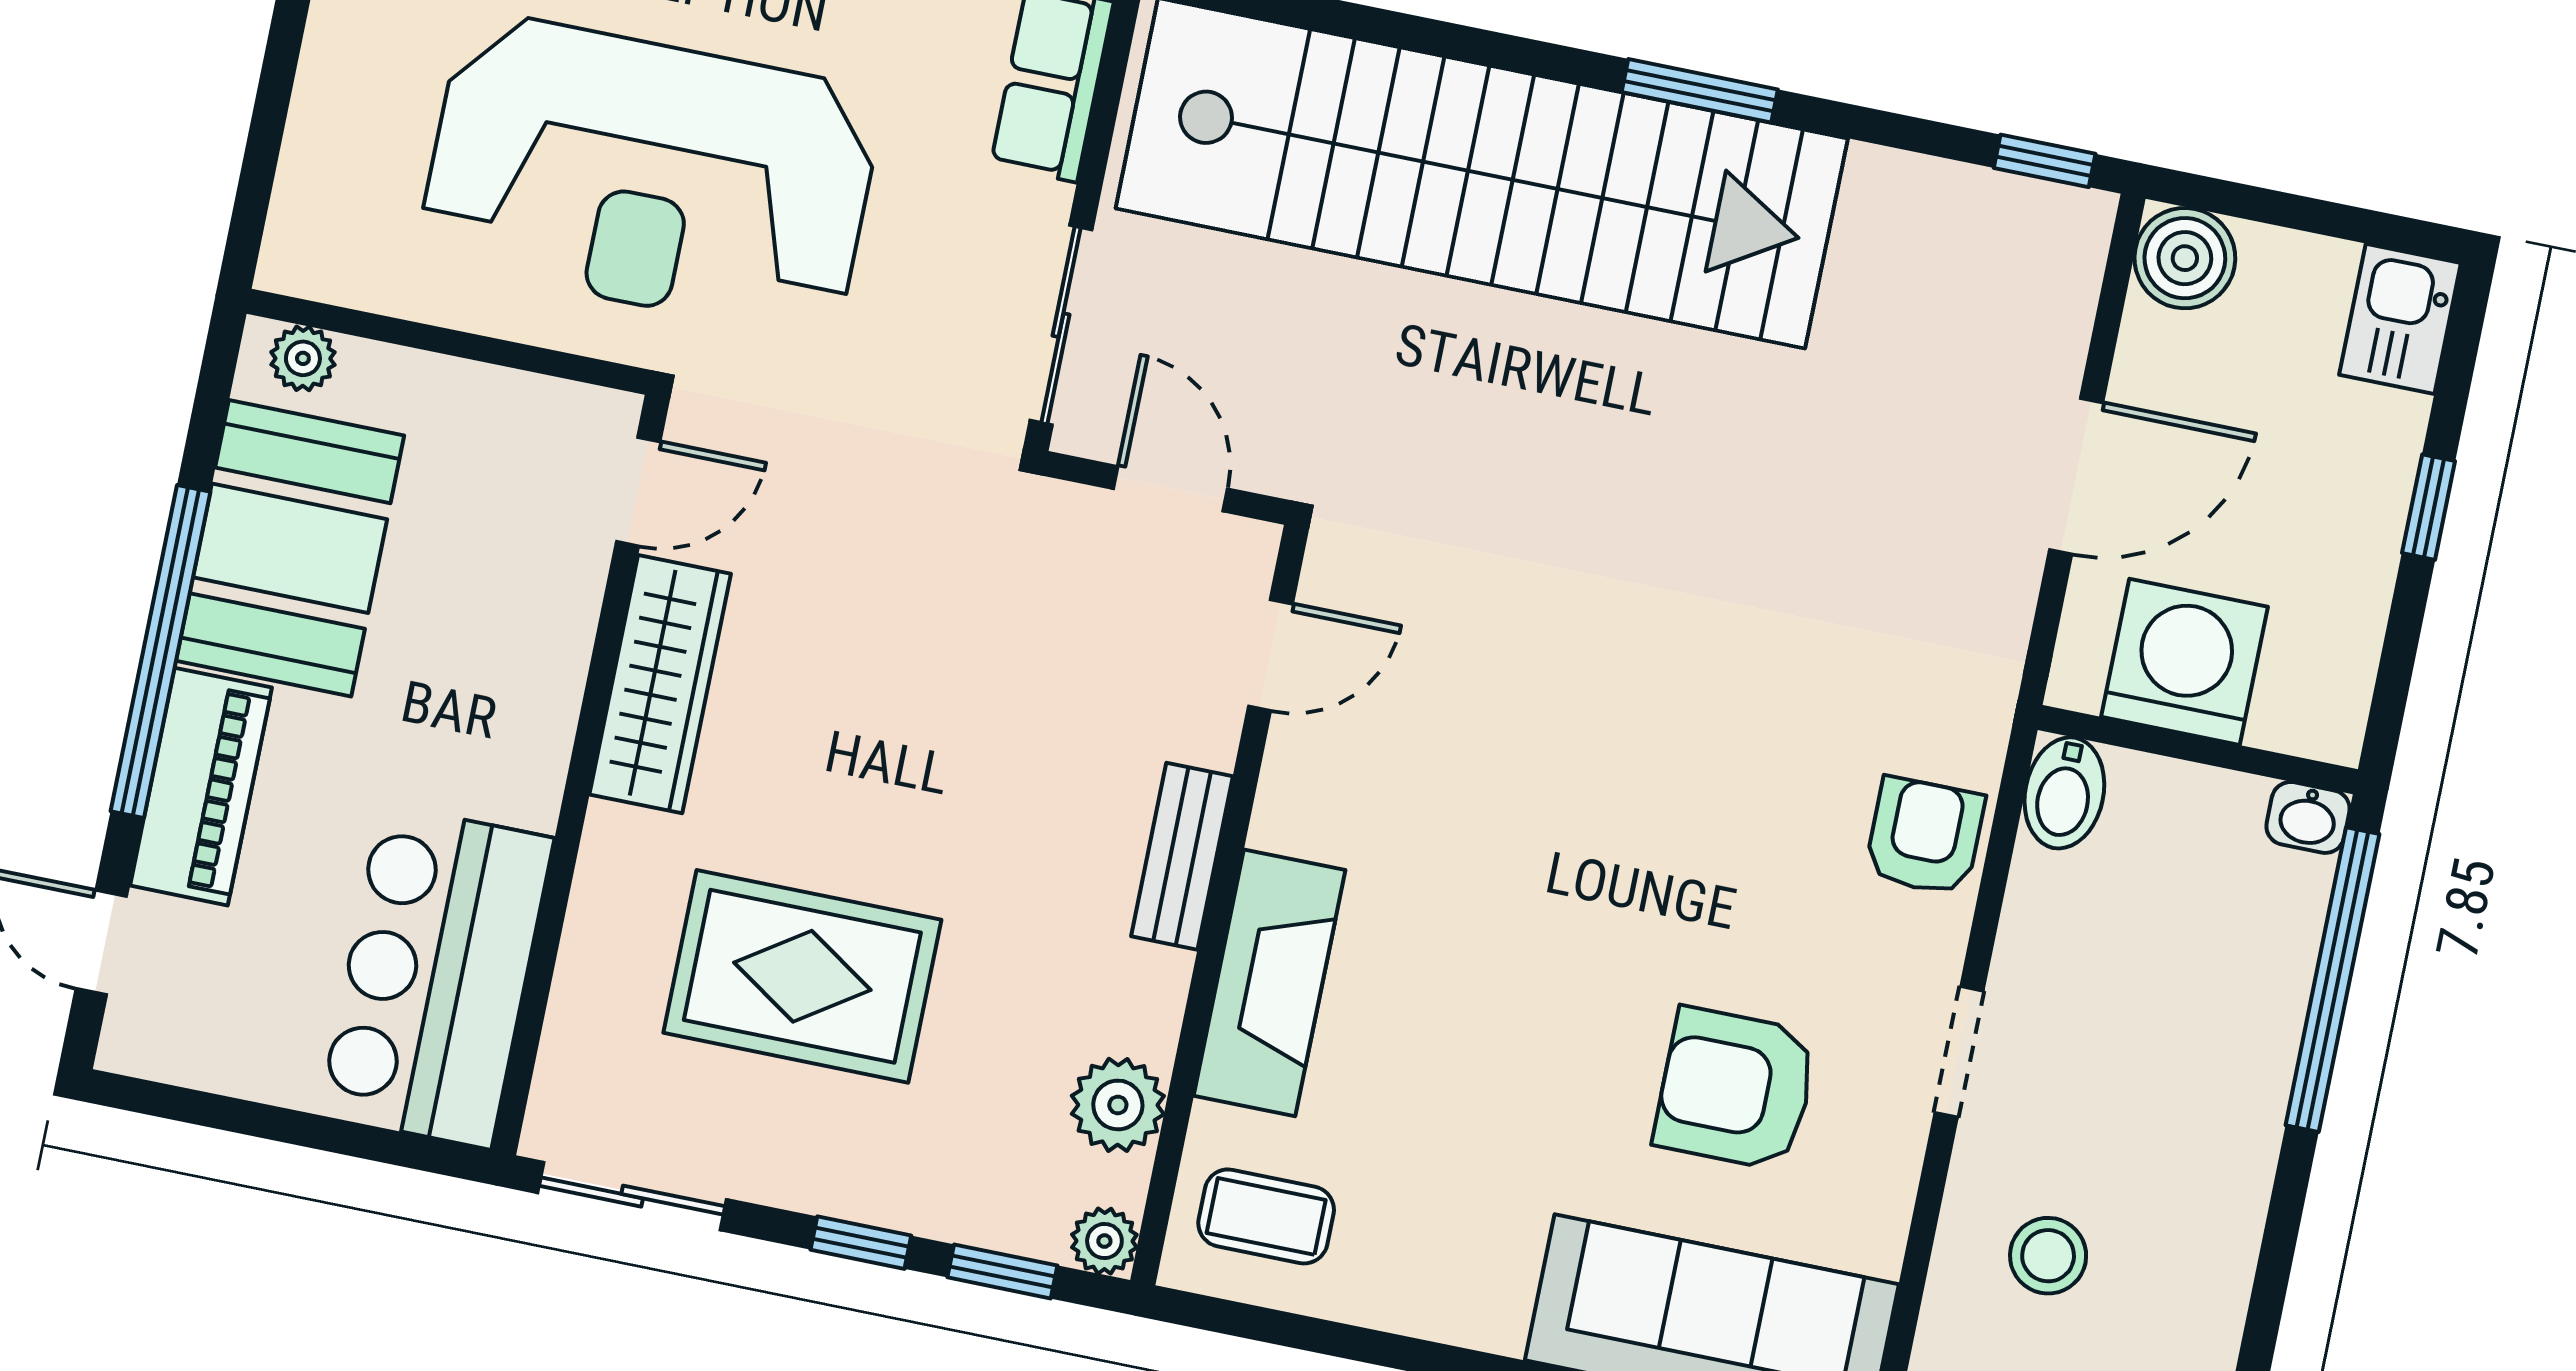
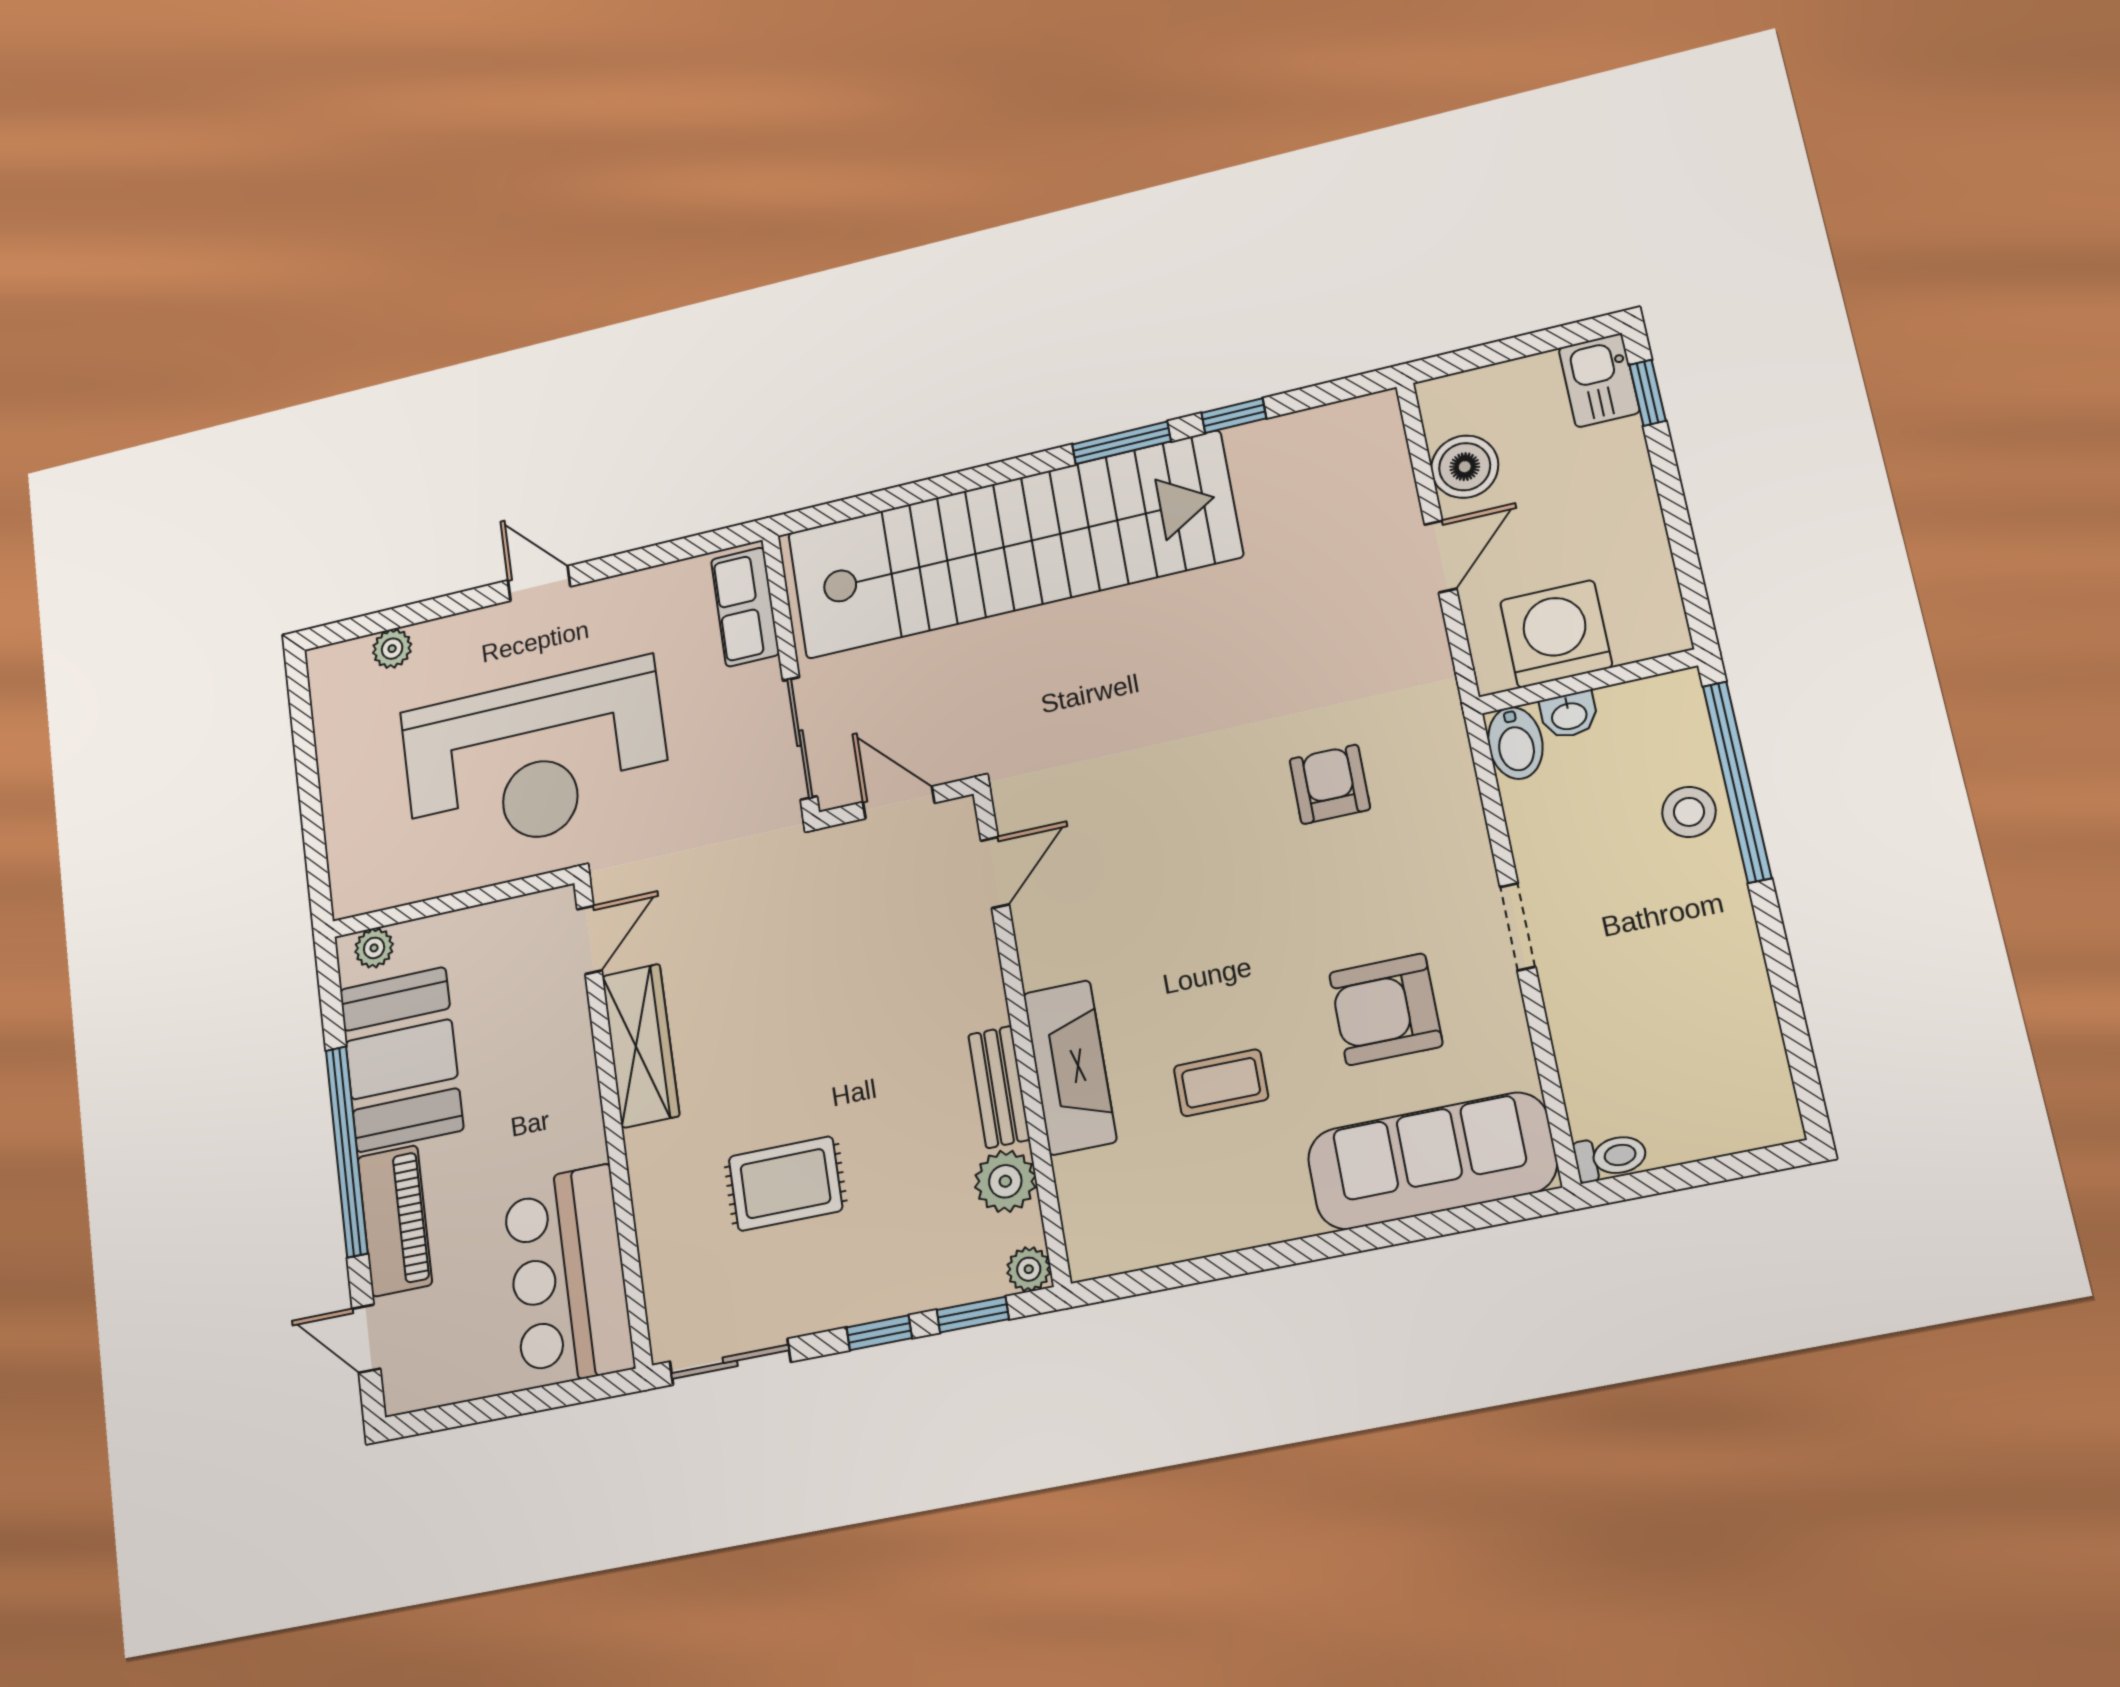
window: (2045, 161) -> (1234, 416), moved
boiler: (2185, 258) -> (1465, 467), moved
door: (2076, 476) -> (1441, 557), width x0.73
window: (2429, 507) -> (1648, 393), moved
washbasin: (2308, 817) -> (1569, 715), moved
armchair: (1925, 836) -> (1330, 784), moved
bench: (1182, 856) -> (999, 1087), moved
rug: (802, 976) -> (785, 1184), width x0.73, depth x0.70
coffee table: (1266, 1216) -> (1221, 1083), moved
stool: (2048, 1256) -> (1689, 812), moved

